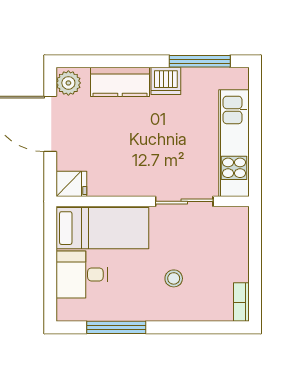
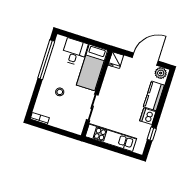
window: (200, 61) -> (152, 134), width x0.46
window: (116, 327) -> (46, 60), width x1.46

